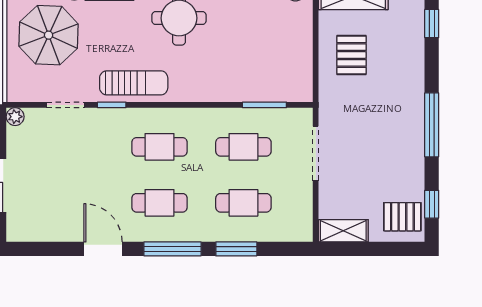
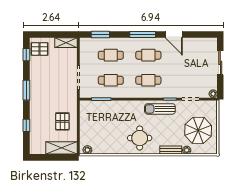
window: (432, 24) -> (26, 125), moved
window: (432, 125) -> (26, 90), width x0.69
window: (236, 249) -> (100, 35), moved

